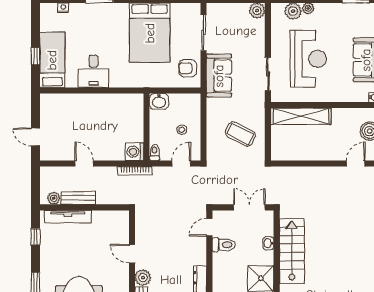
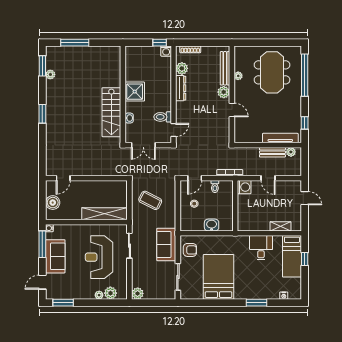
shelving: (68, 100) -> (280, 226), added
wall: (147, 127) -> (235, 206), moved
washing machine: (135, 152) -> (244, 187), moved

